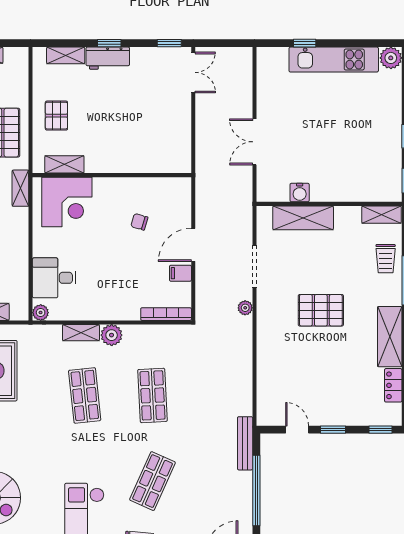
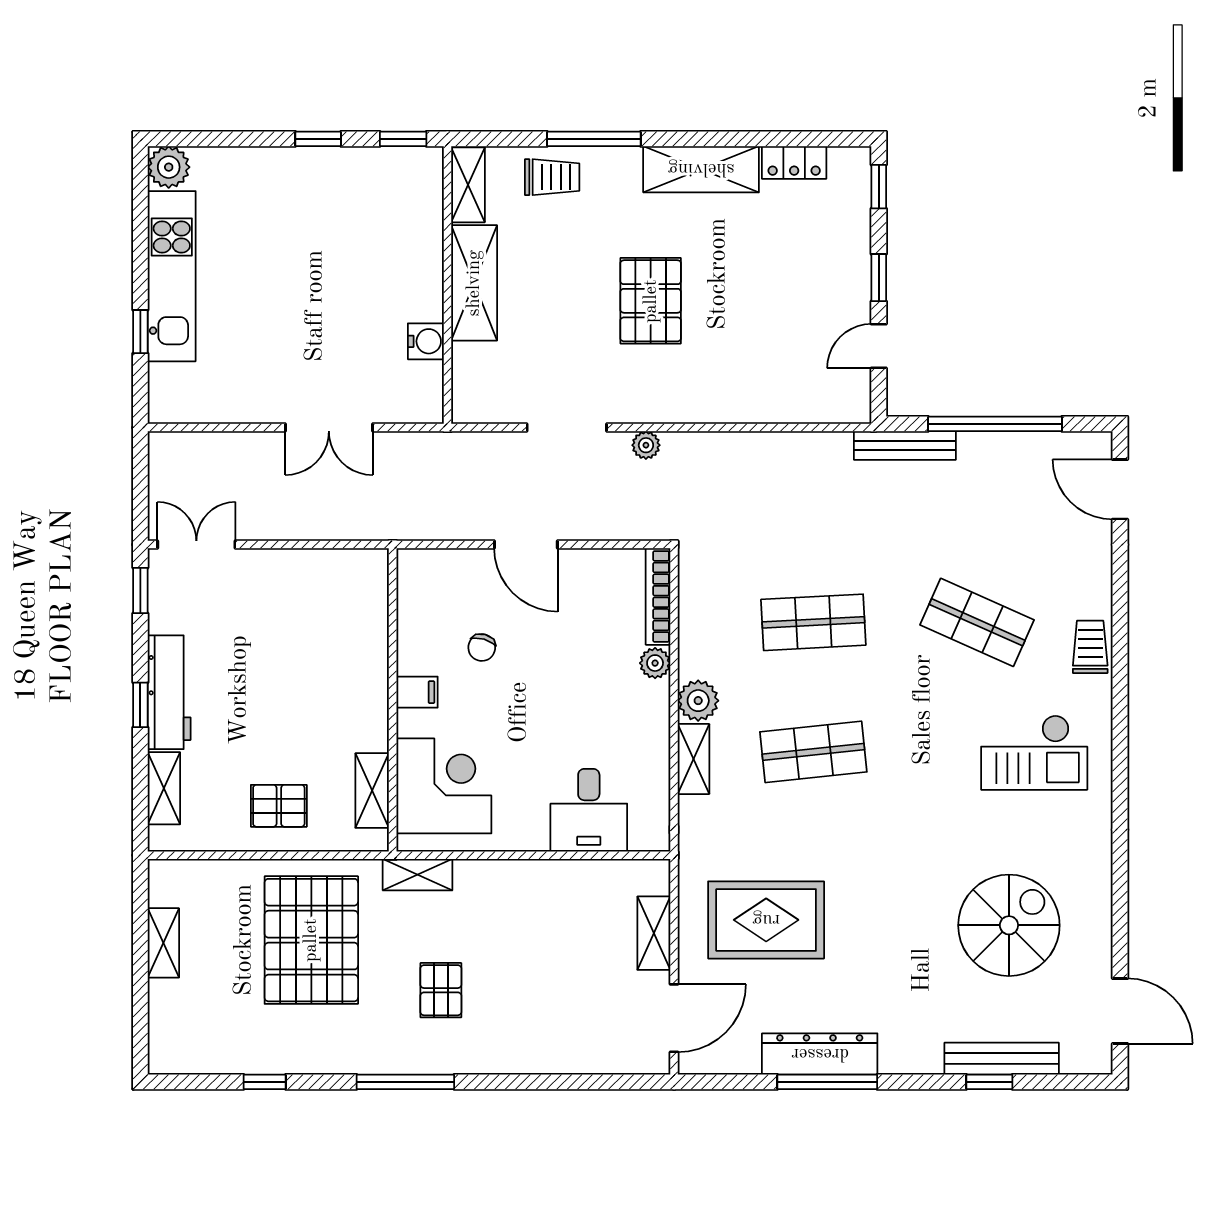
workbench: (108, 58) -> (169, 692), width x1.38
shelving: (303, 218) -> (474, 283), moved
filing cabinet: (180, 273) -> (417, 692), moved, turned -90
plant: (41, 313) -> (655, 663), moved

